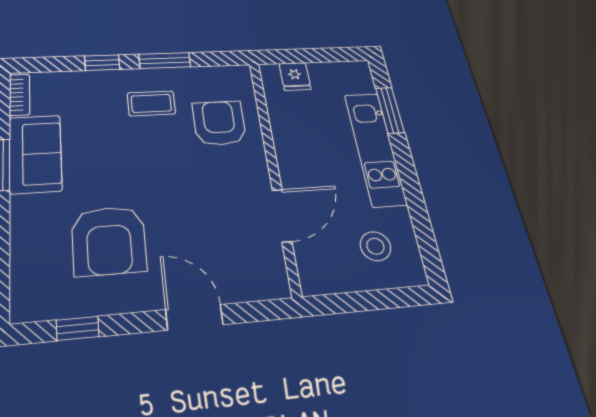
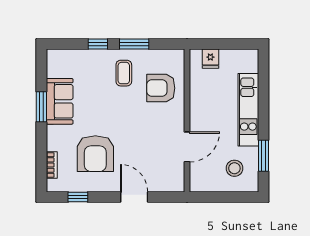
bookcase: (20, 95) -> (52, 165), moved
coffee table: (151, 103) -> (124, 73), turned 90
window: (390, 110) -> (264, 156), moved
armchair: (219, 123) -> (161, 88), turned -90

